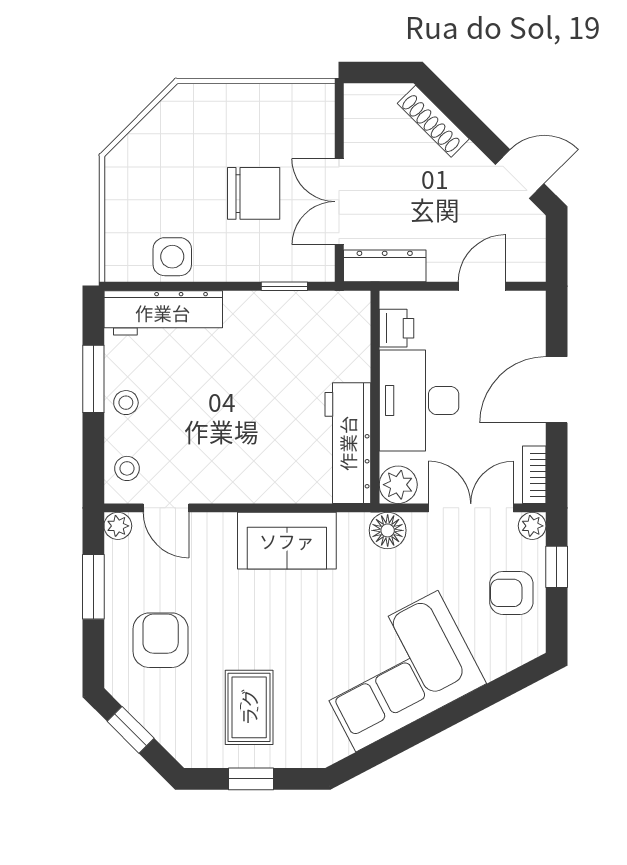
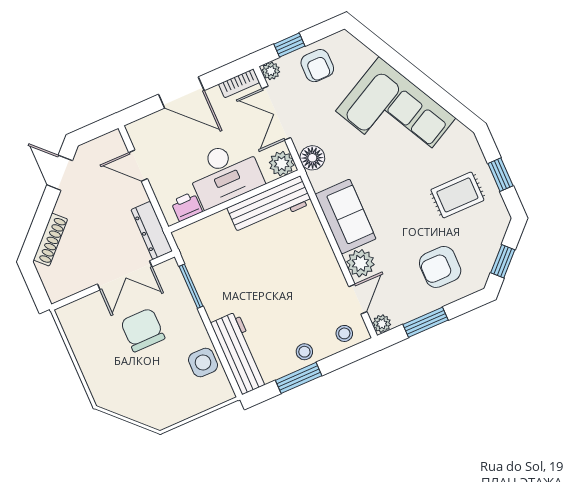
window: (284, 286) -> (191, 286), width x1.50
plant: (214, 533) -> (361, 263), added

